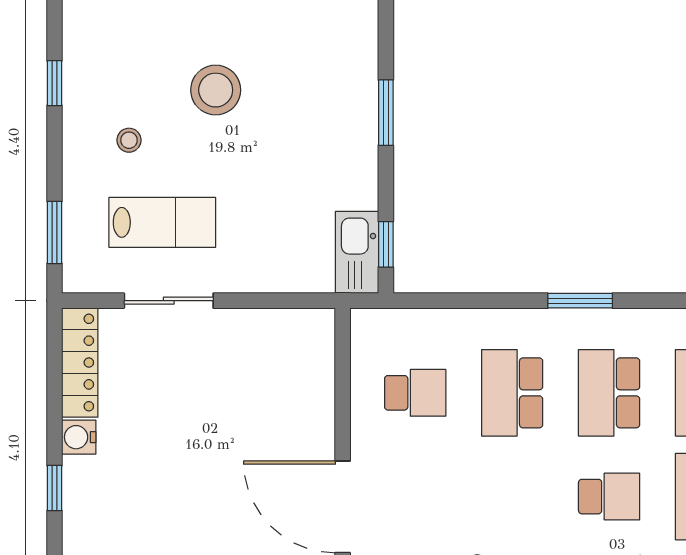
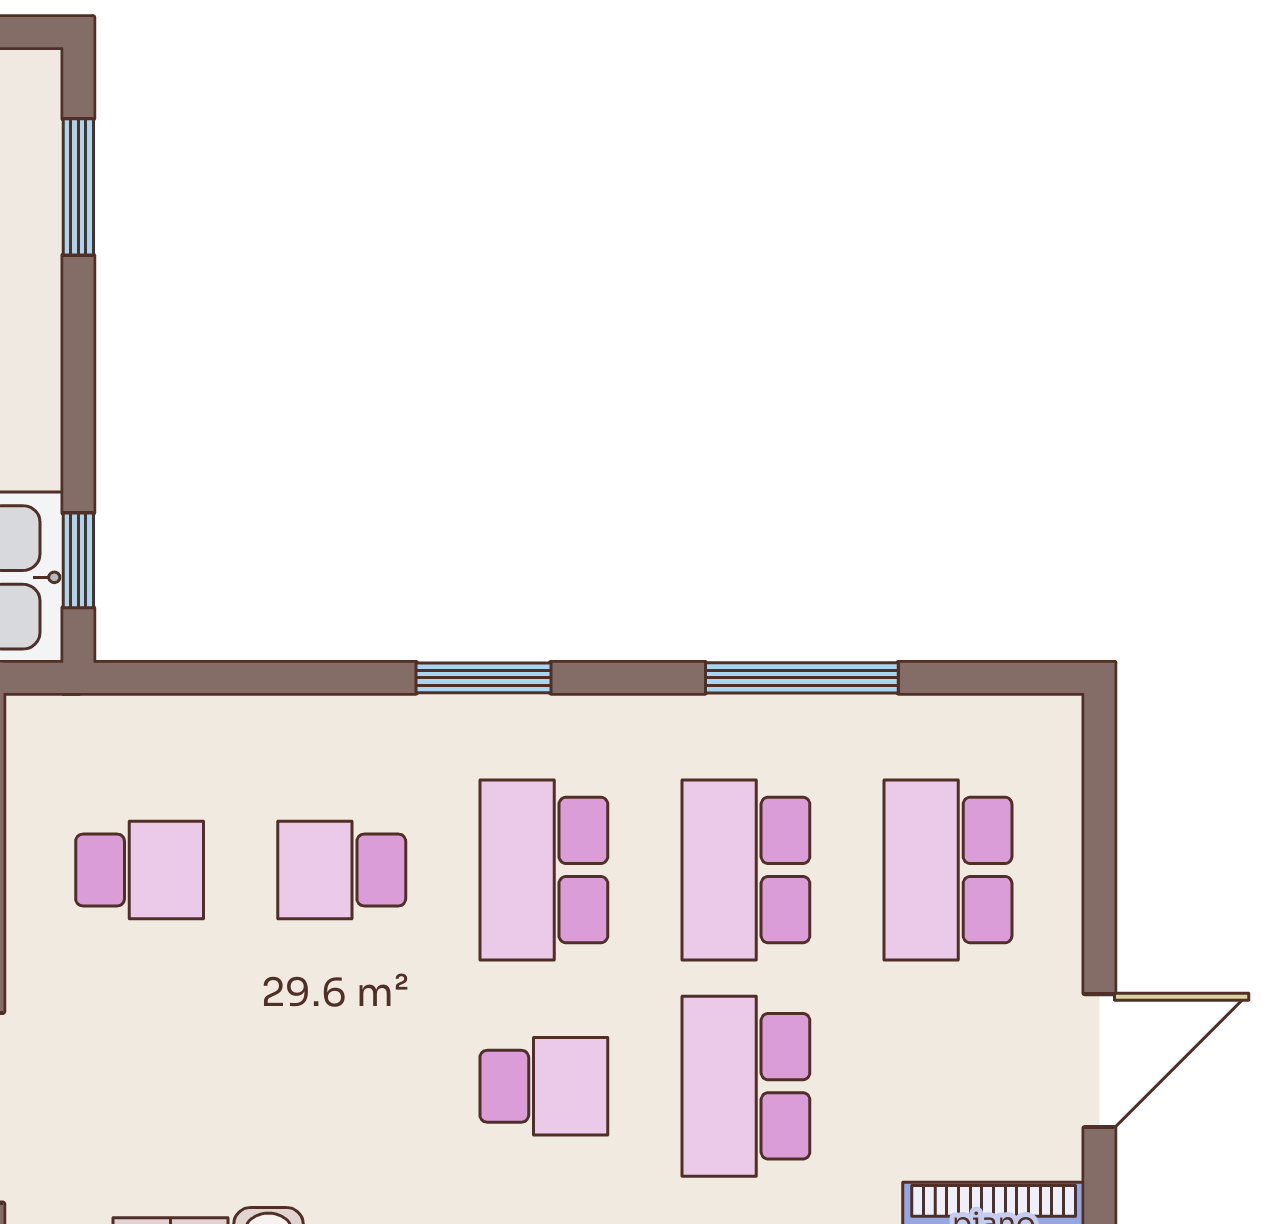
window: (386, 113) -> (78, 187), moved
school desk: (512, 393) -> (342, 870), width x0.54

